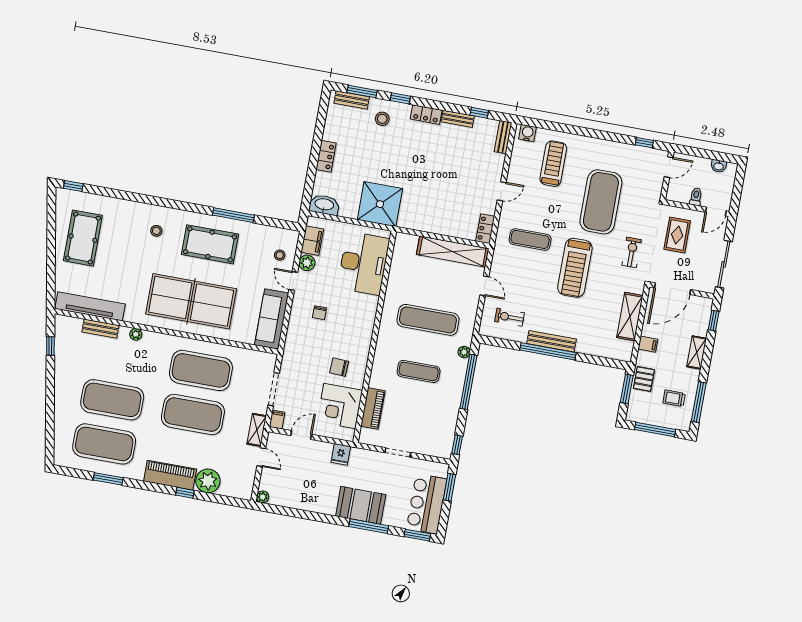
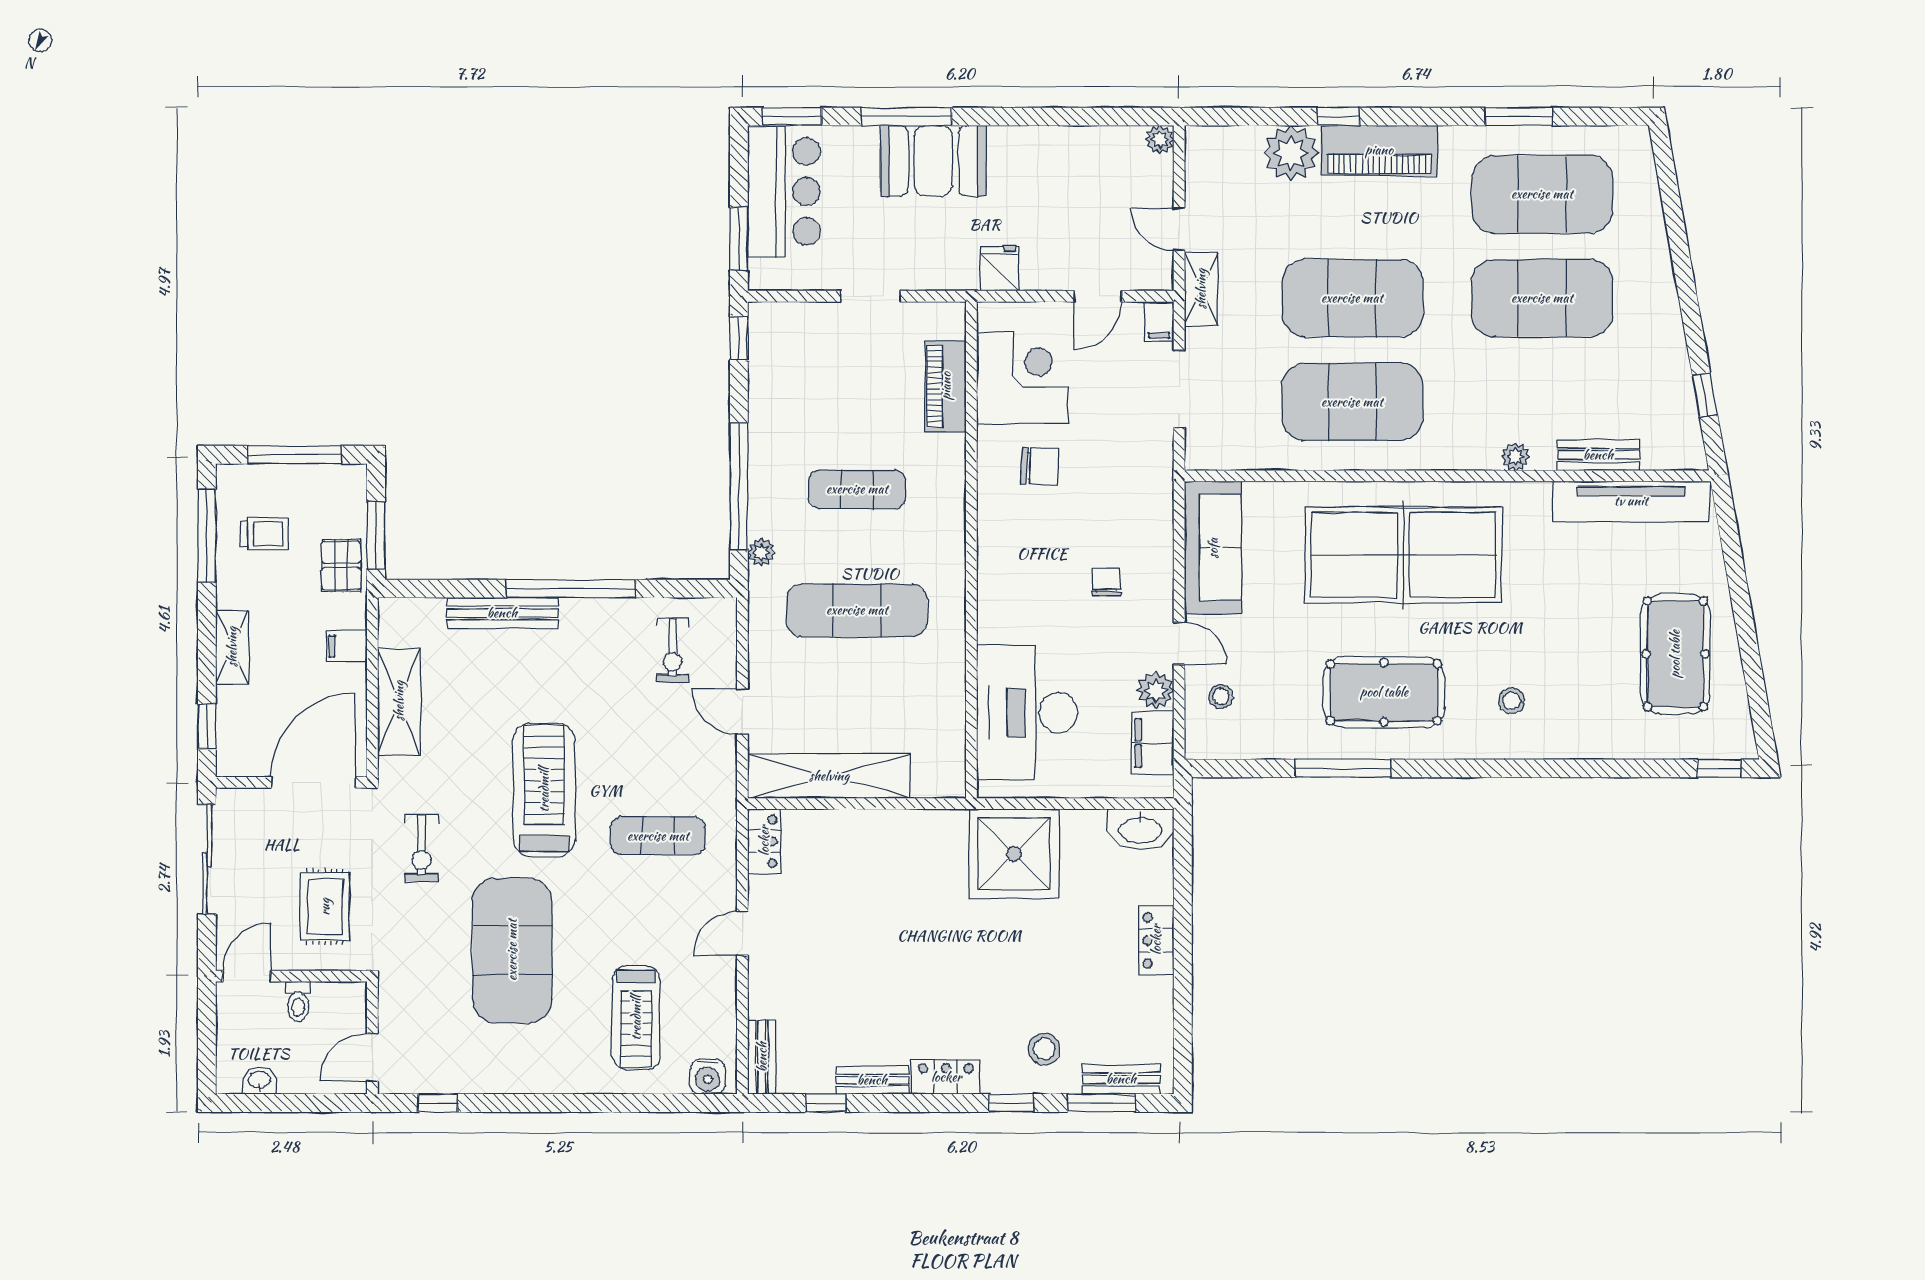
exercise bike: (509, 317) -> (673, 650), turned 90
bench: (551, 341) -> (502, 613), moved

